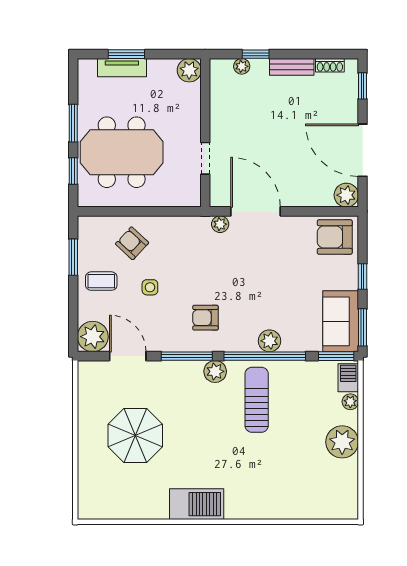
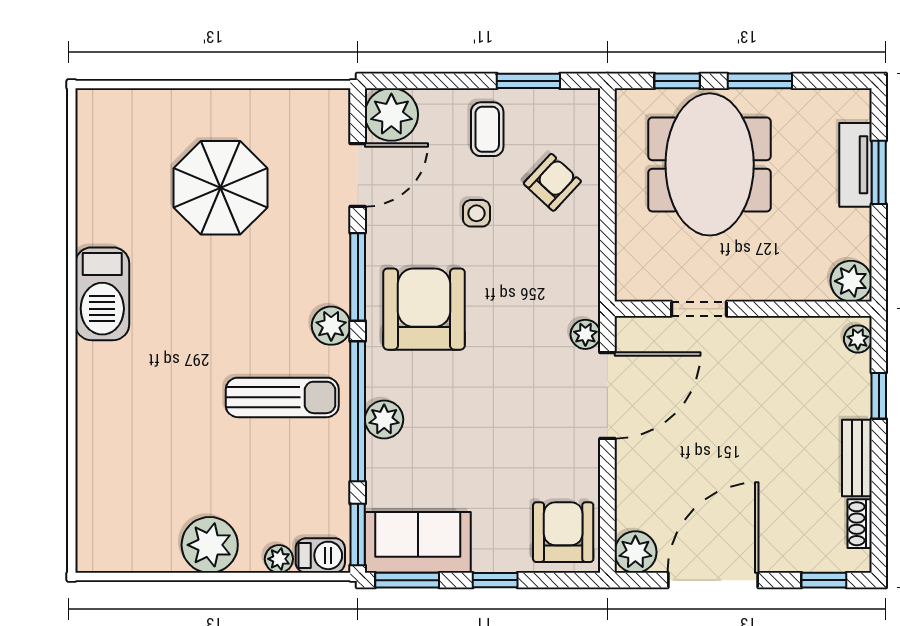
plant: (242, 66) -> (858, 339), moved
armchair: (205, 318) -> (424, 309), width x1.88, depth x1.88

